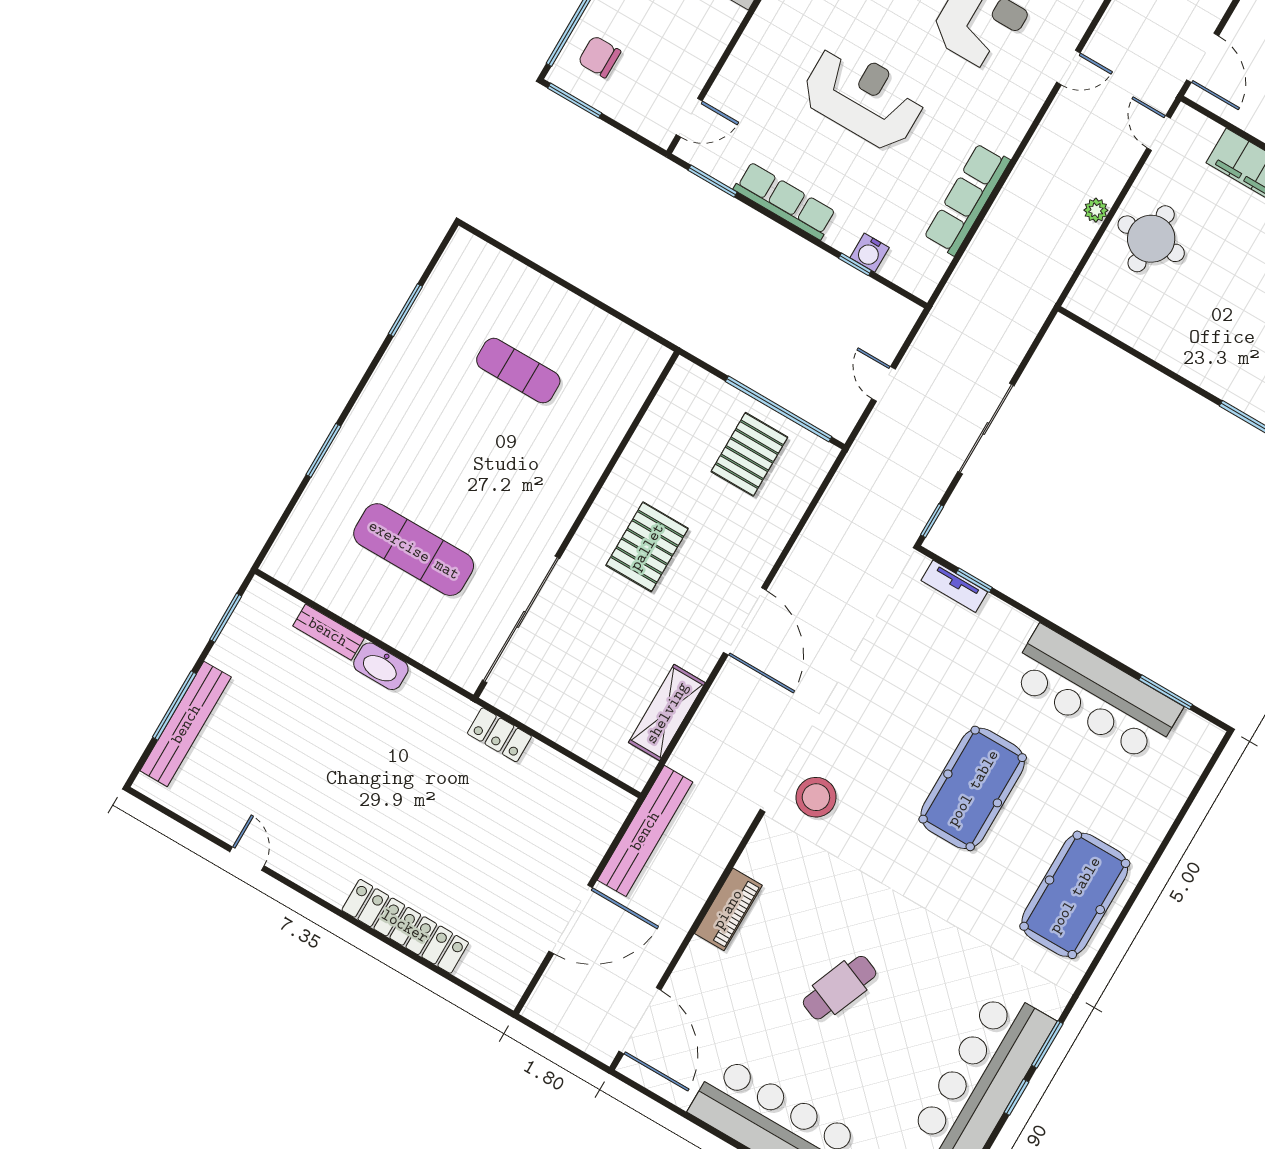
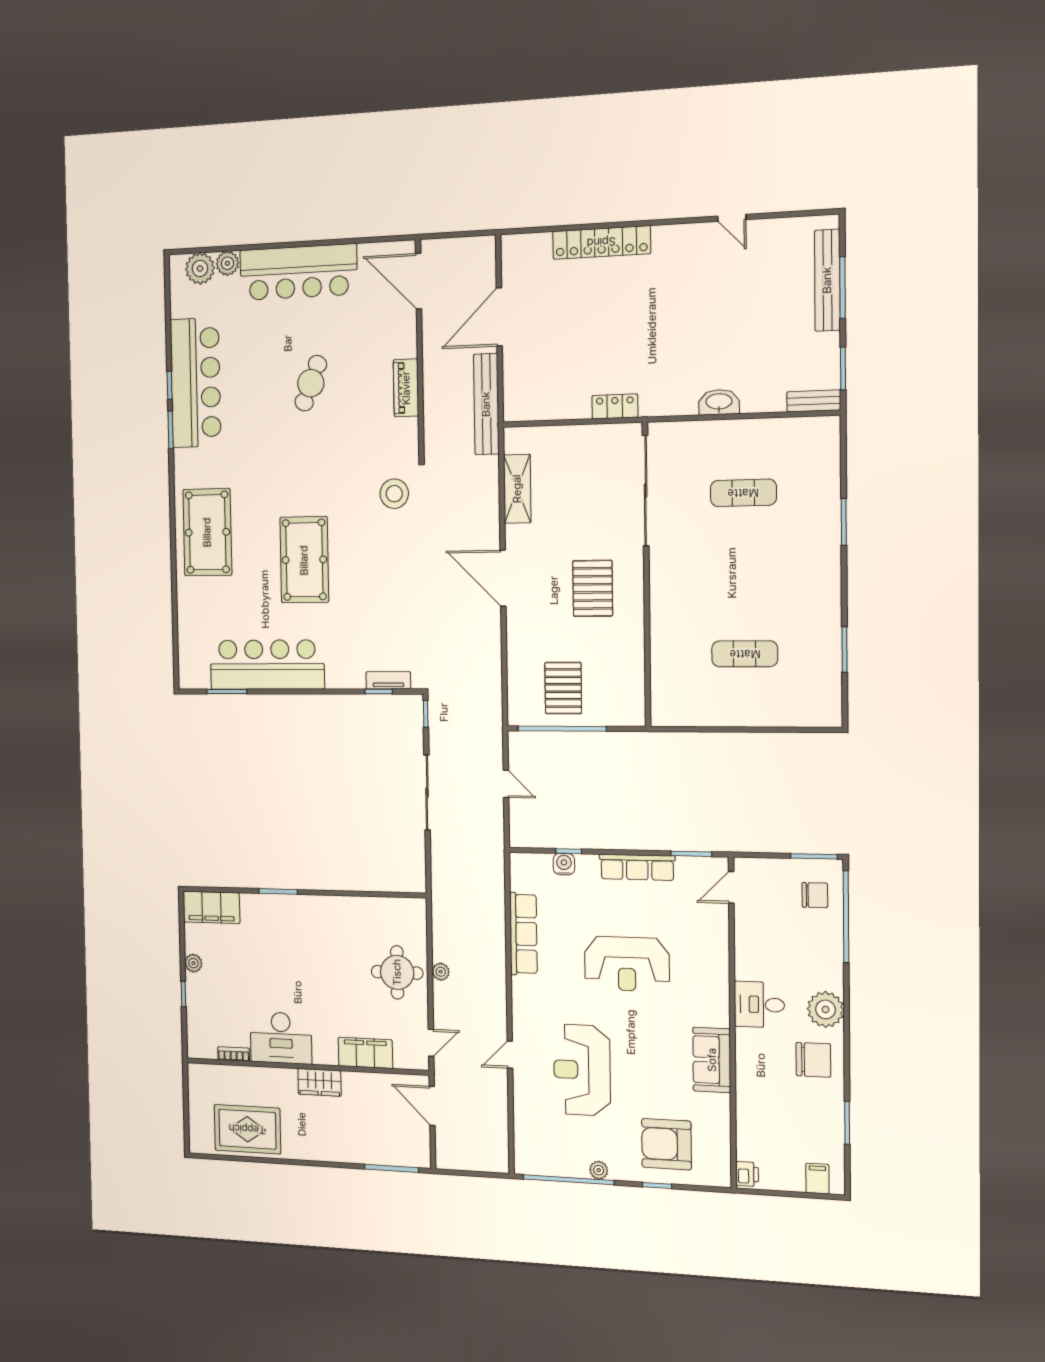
door: (1159, 133) -> (431, 1043), hinge flipped
exercise mat: (414, 550) -> (743, 493), width x0.73, depth x0.69
bench: (328, 632) -> (814, 401), moved

